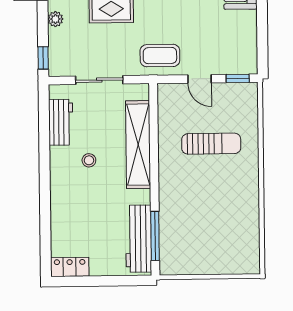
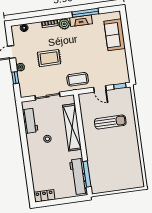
window: (43, 58) -> (15, 78), moved

